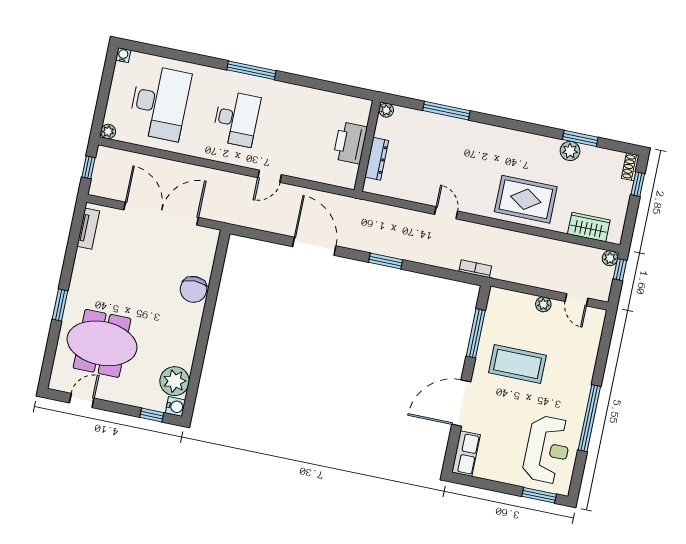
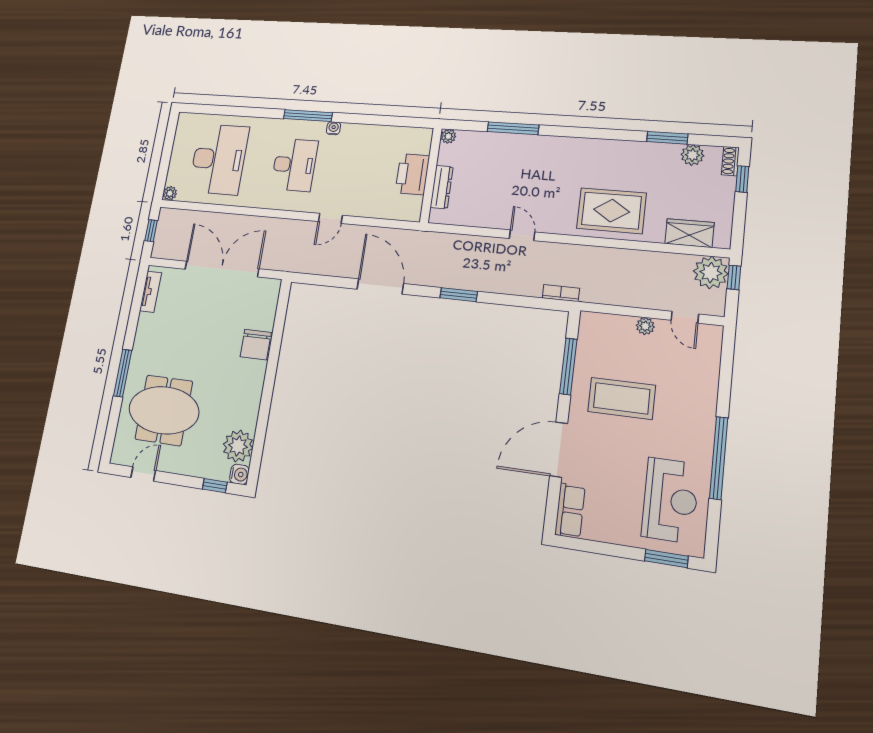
water cooler: (123, 55) -> (333, 128), moved
plant: (570, 151) -> (692, 155), moved
plant: (610, 258) -> (711, 273), width x1.88, depth x1.88
window: (60, 305) -> (123, 373), width x1.44

